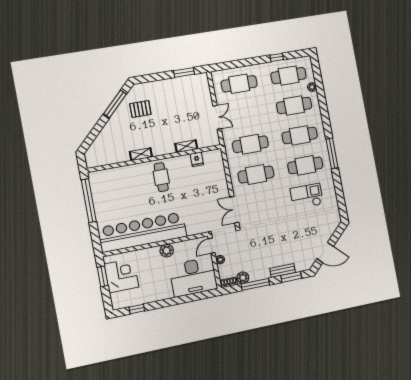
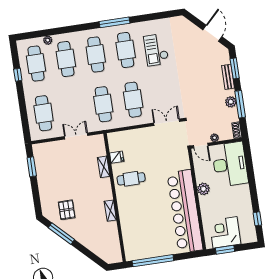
cafe table: (161, 177) -> (131, 179), moved
double door: (234, 210) -> (167, 122), swing flipped
plant: (243, 278) -> (231, 102), moved

